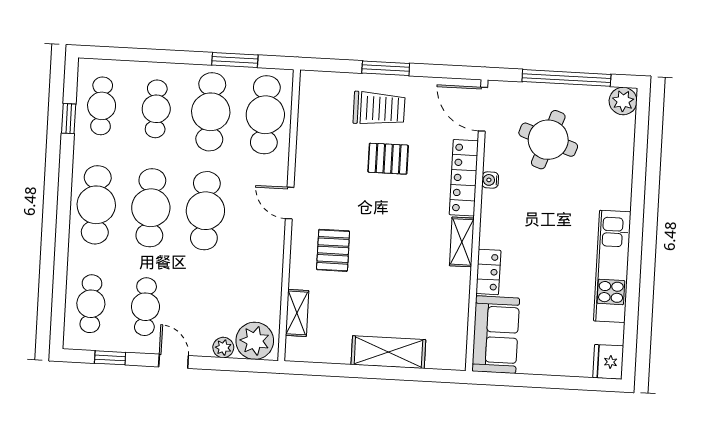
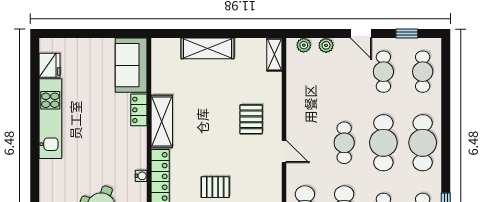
cafe table: (205, 211) -> (344, 143), width x0.73, depth x0.74
shelving: (462, 242) -> (162, 122), width x1.50, depth x1.33
shelving: (297, 313) -> (274, 55), moved
plant: (255, 341) -> (304, 45), width x0.53, depth x0.53
fridge: (608, 362) -> (49, 65), moved

